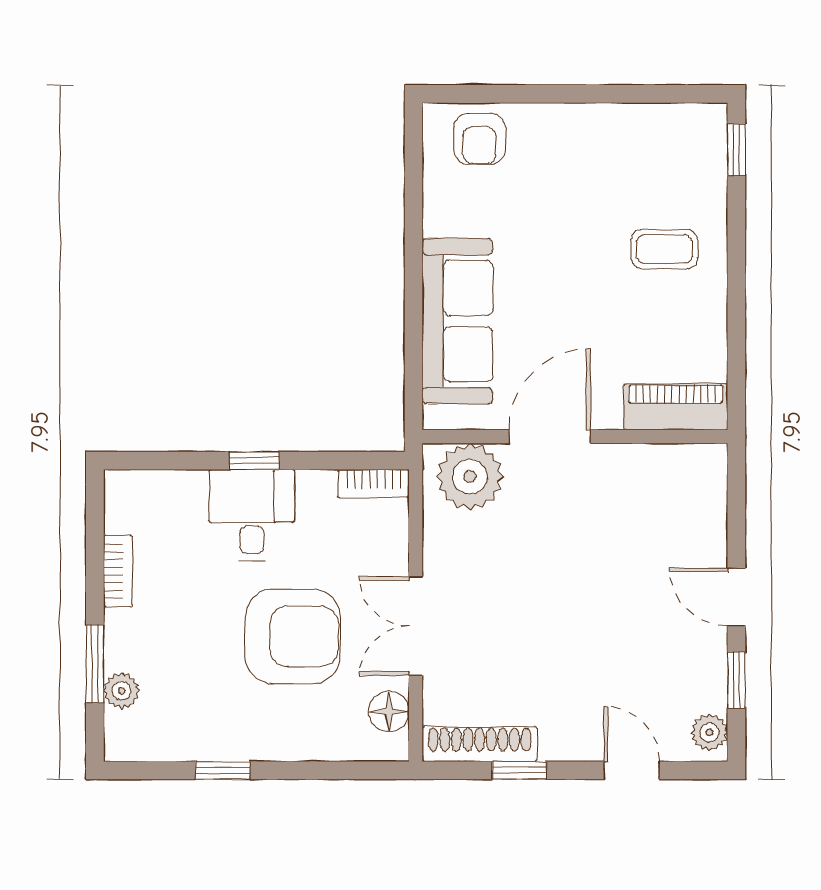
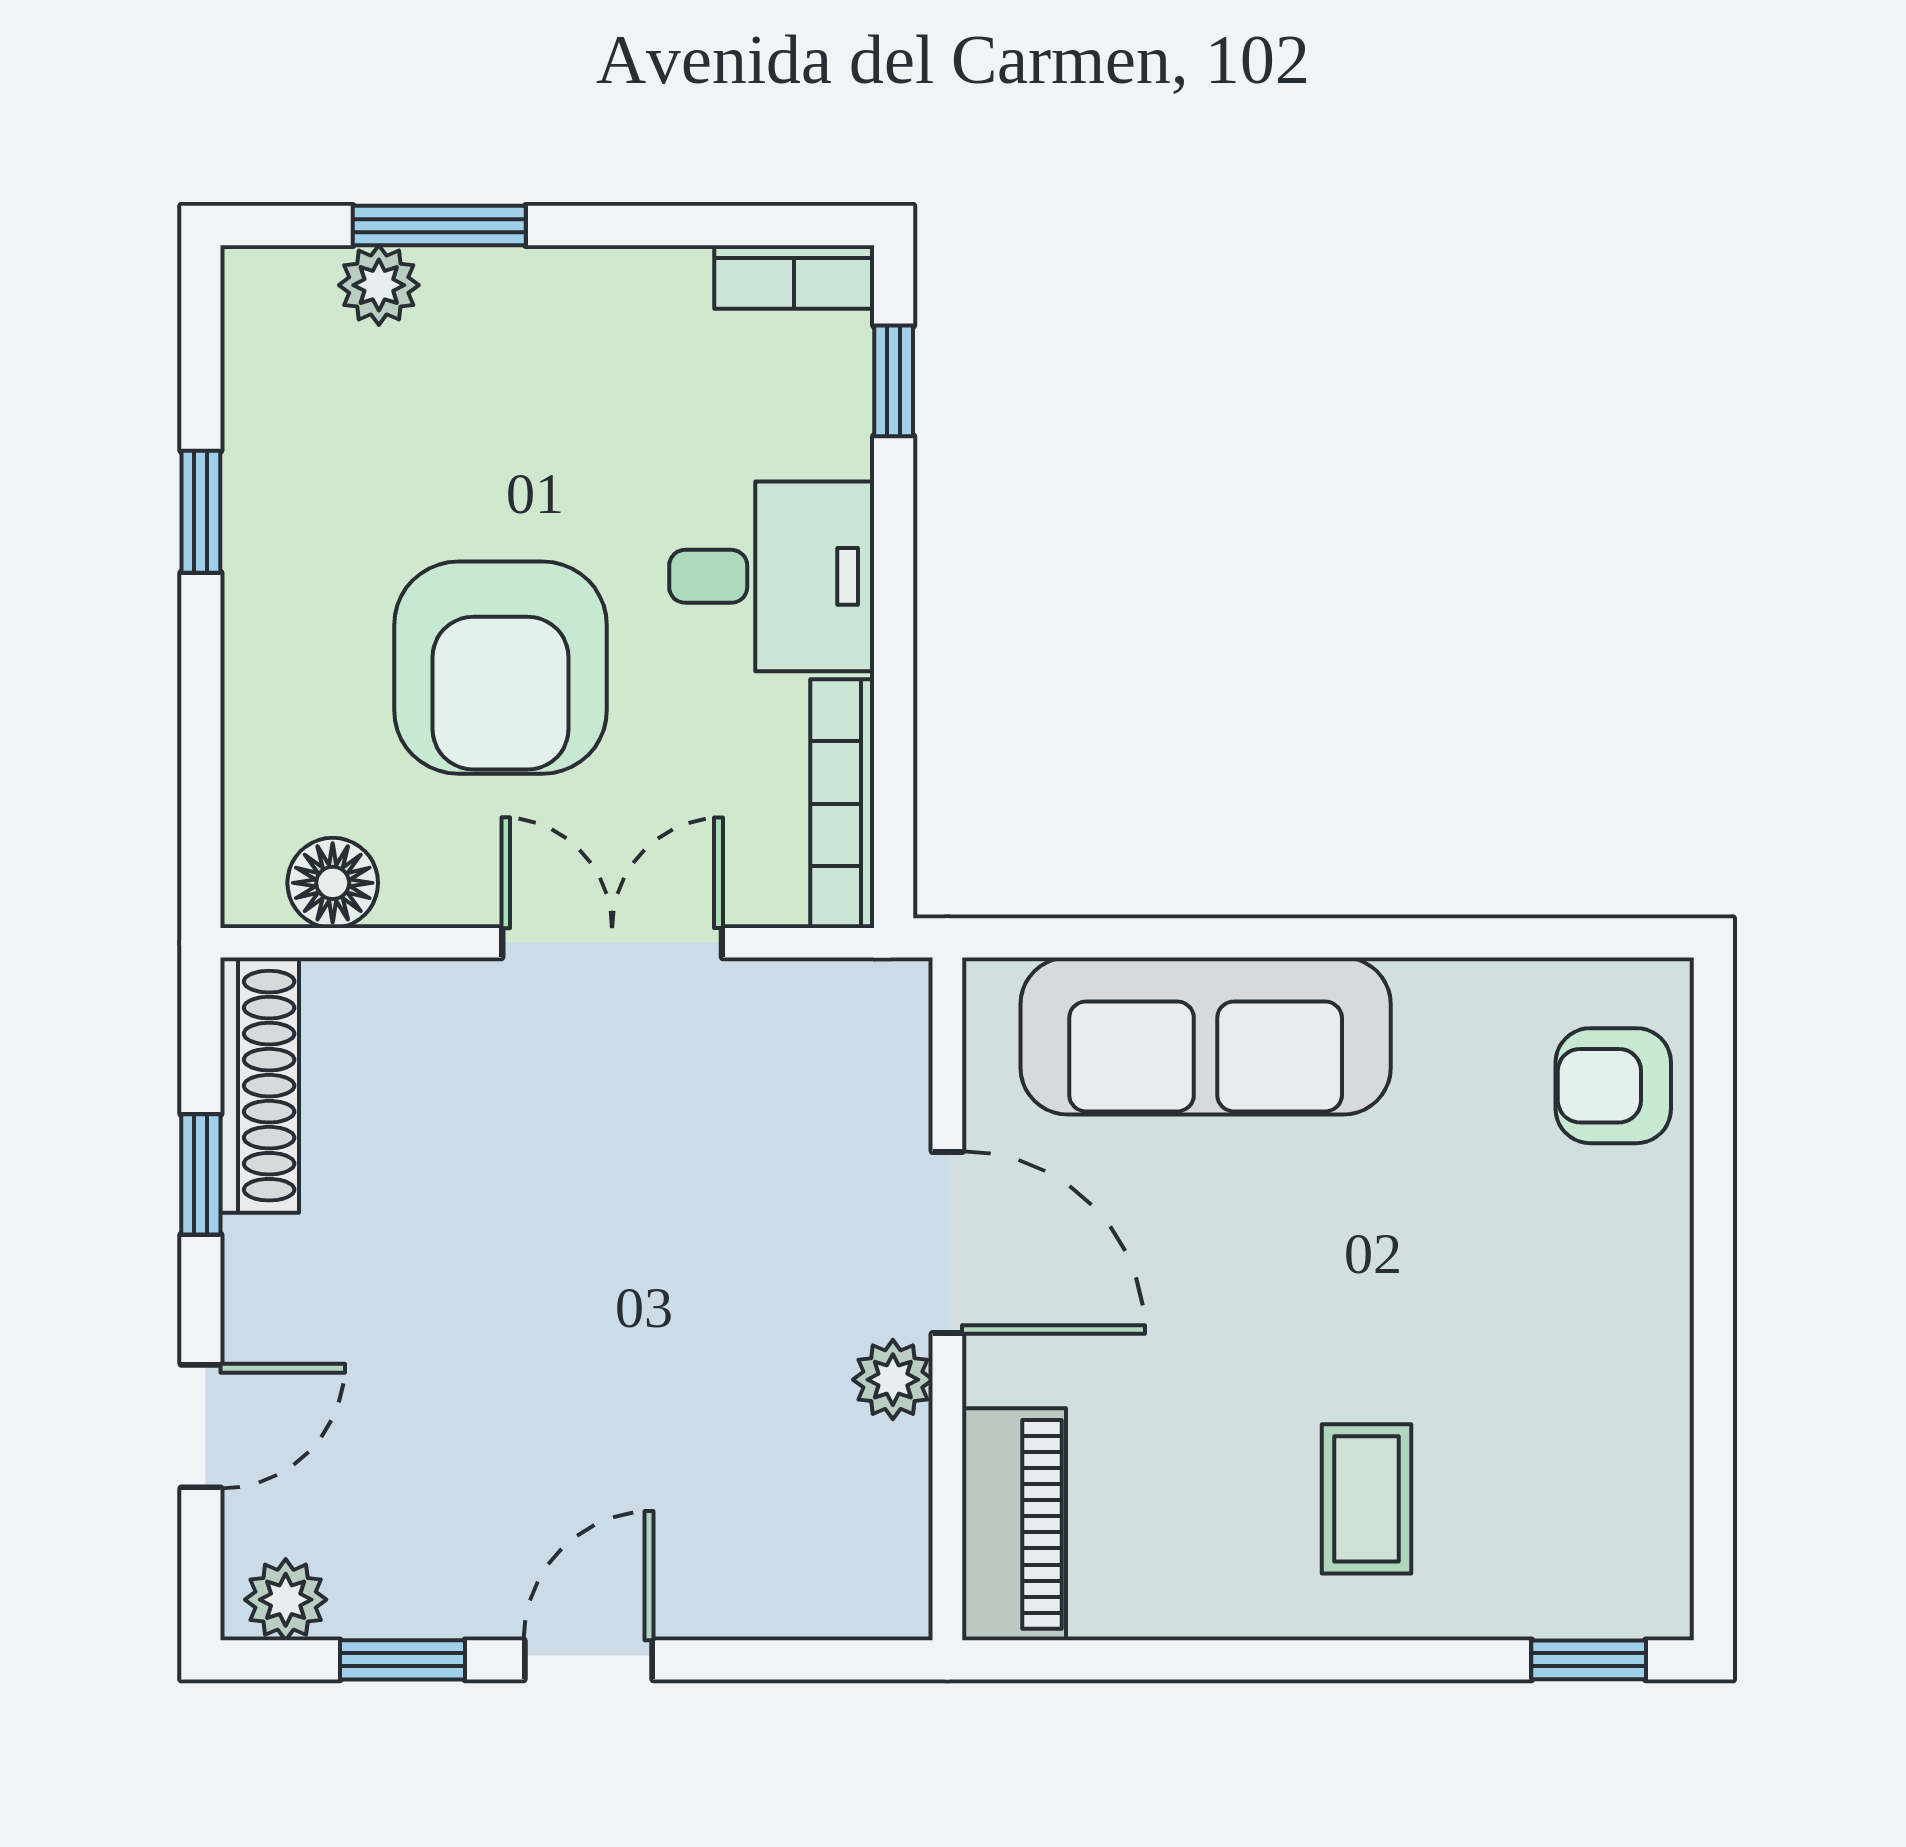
window: (254, 461) -> (894, 381), moved
plant: (470, 477) -> (893, 1380), moved, width x0.53, depth x0.53
bookcase: (373, 484) -> (842, 804), width x1.56
bookcase: (118, 571) -> (794, 277), moved
double door: (416, 626) -> (612, 943), moved

